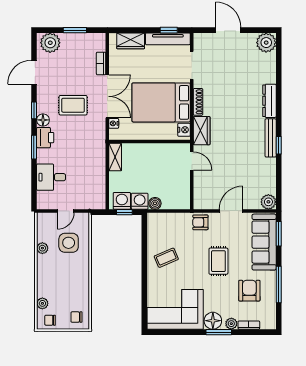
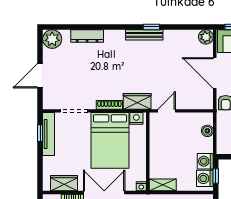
wardrobe: (131, 41) -> (64, 183), moved, turned -90
dresser: (269, 101) -> (87, 36), moved
nightstand: (114, 123) -> (141, 186), moved
boiler: (155, 203) -> (207, 131), moved
door: (231, 211) -> (215, 73), width x1.36

